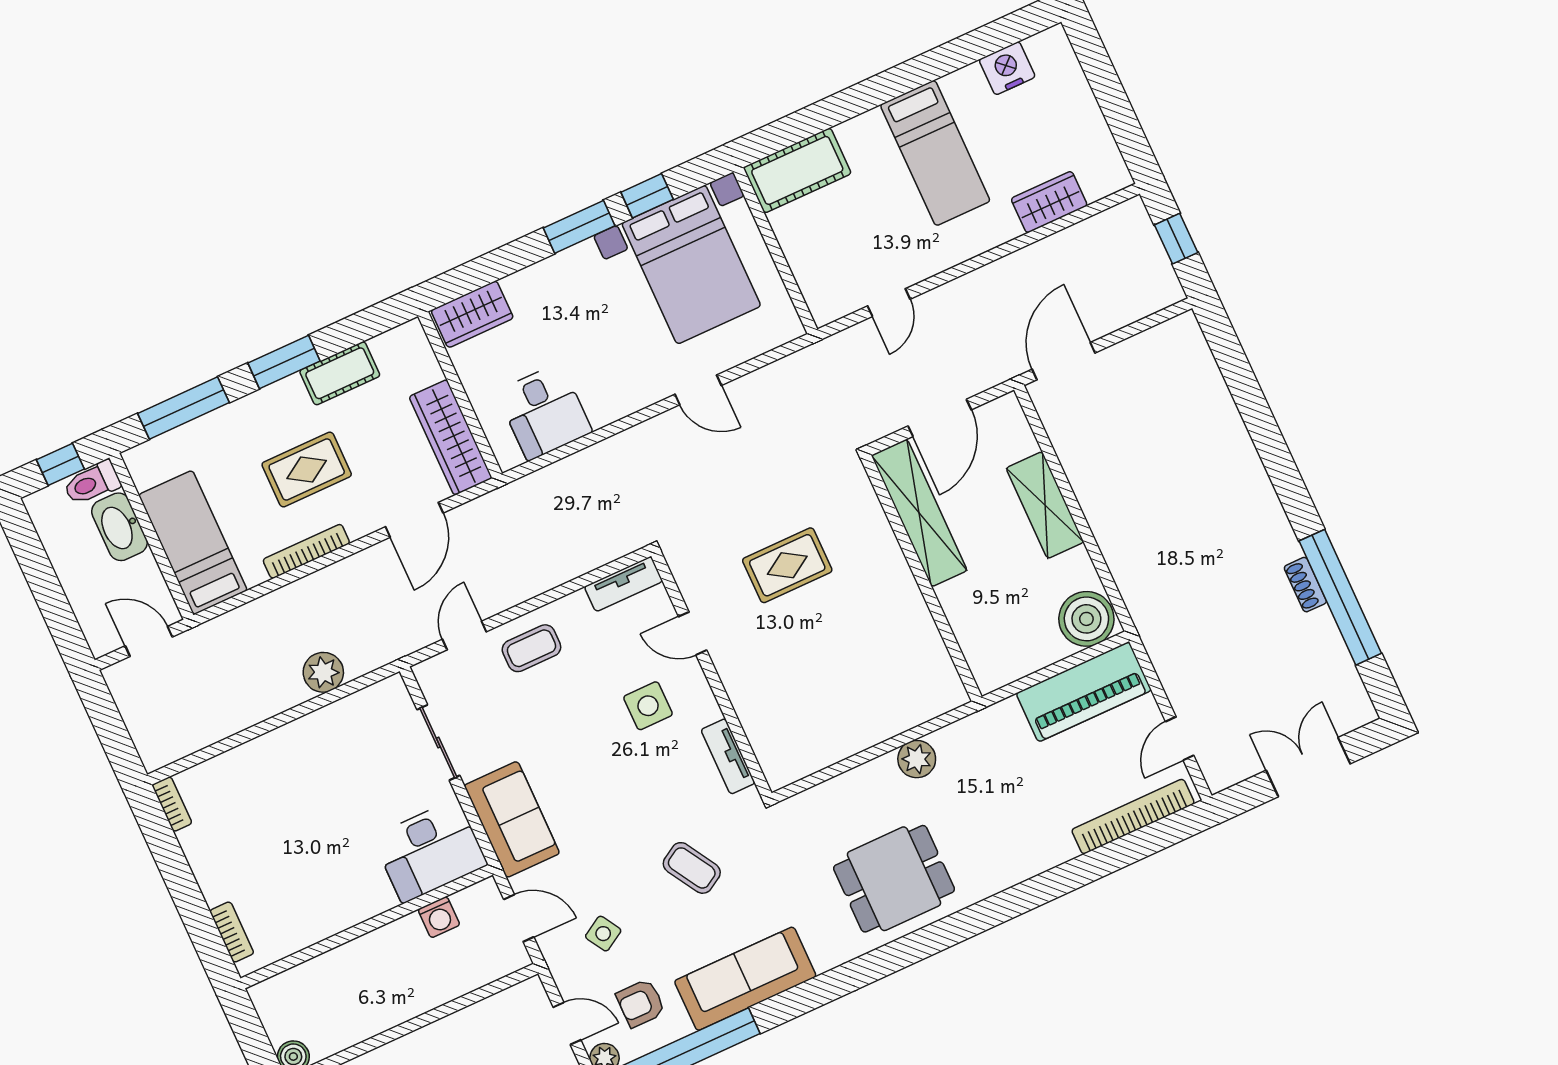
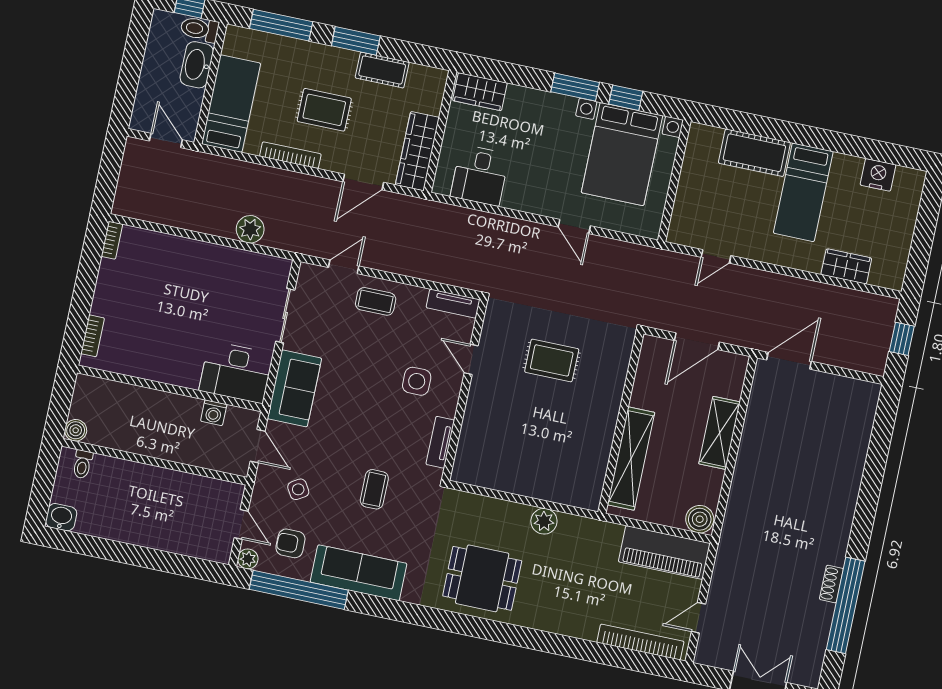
cot: (797, 170) -> (754, 153), moved
shelving: (919, 513) -> (631, 459), moved
boiler: (1086, 619) -> (700, 519), width x0.73, depth x0.73
coffee table: (692, 868) -> (374, 489), turned 31

